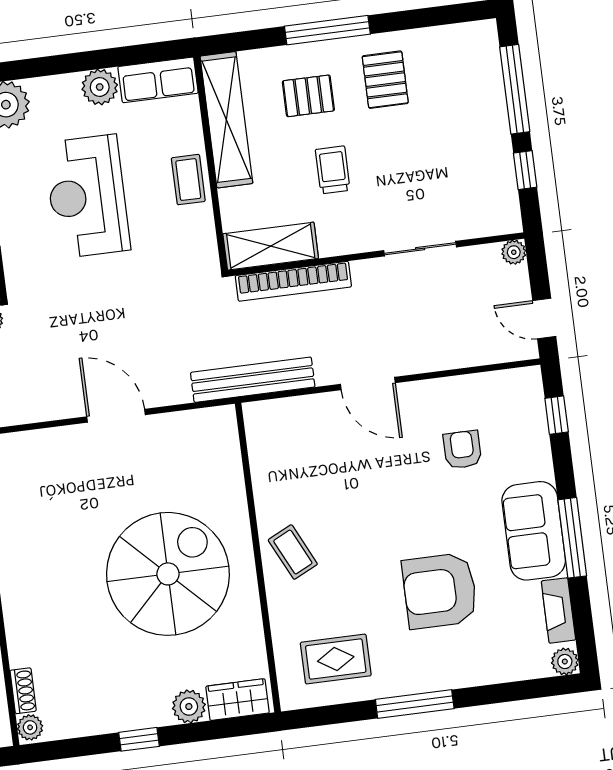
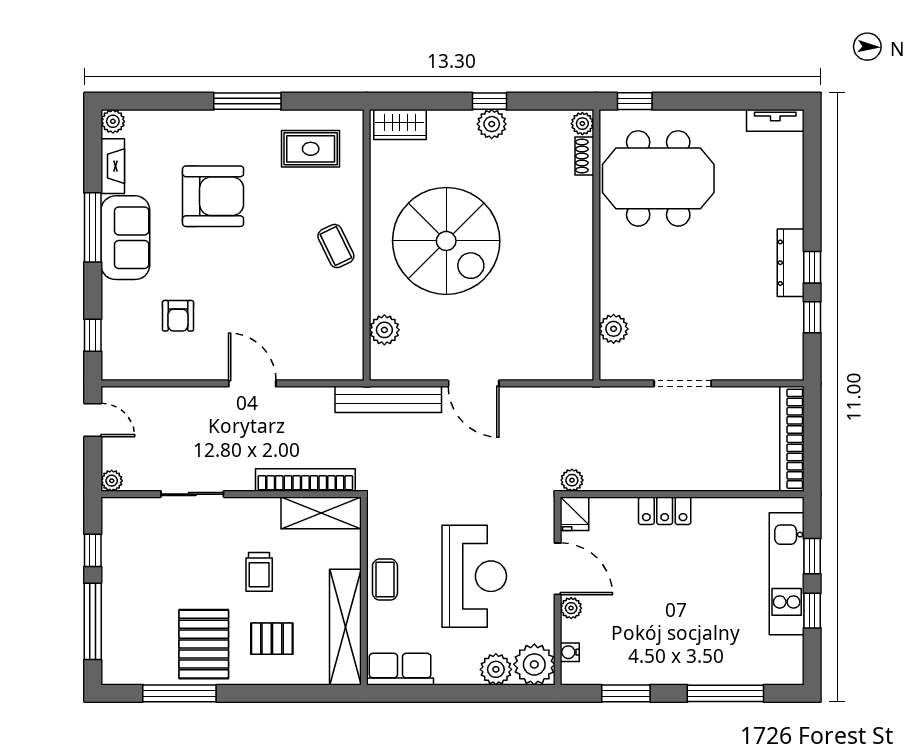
window: (327, 30) -> (179, 693), moved
pallet: (385, 80) -> (204, 644), width x1.50, depth x1.42
plant: (100, 87) -> (496, 669), moved
bench: (253, 380) -> (388, 399), moved
plant: (225, 464) -> (384, 330), added
spiral stairs: (168, 574) -> (446, 241), turned -90
plant: (189, 706) -> (492, 124), moved

